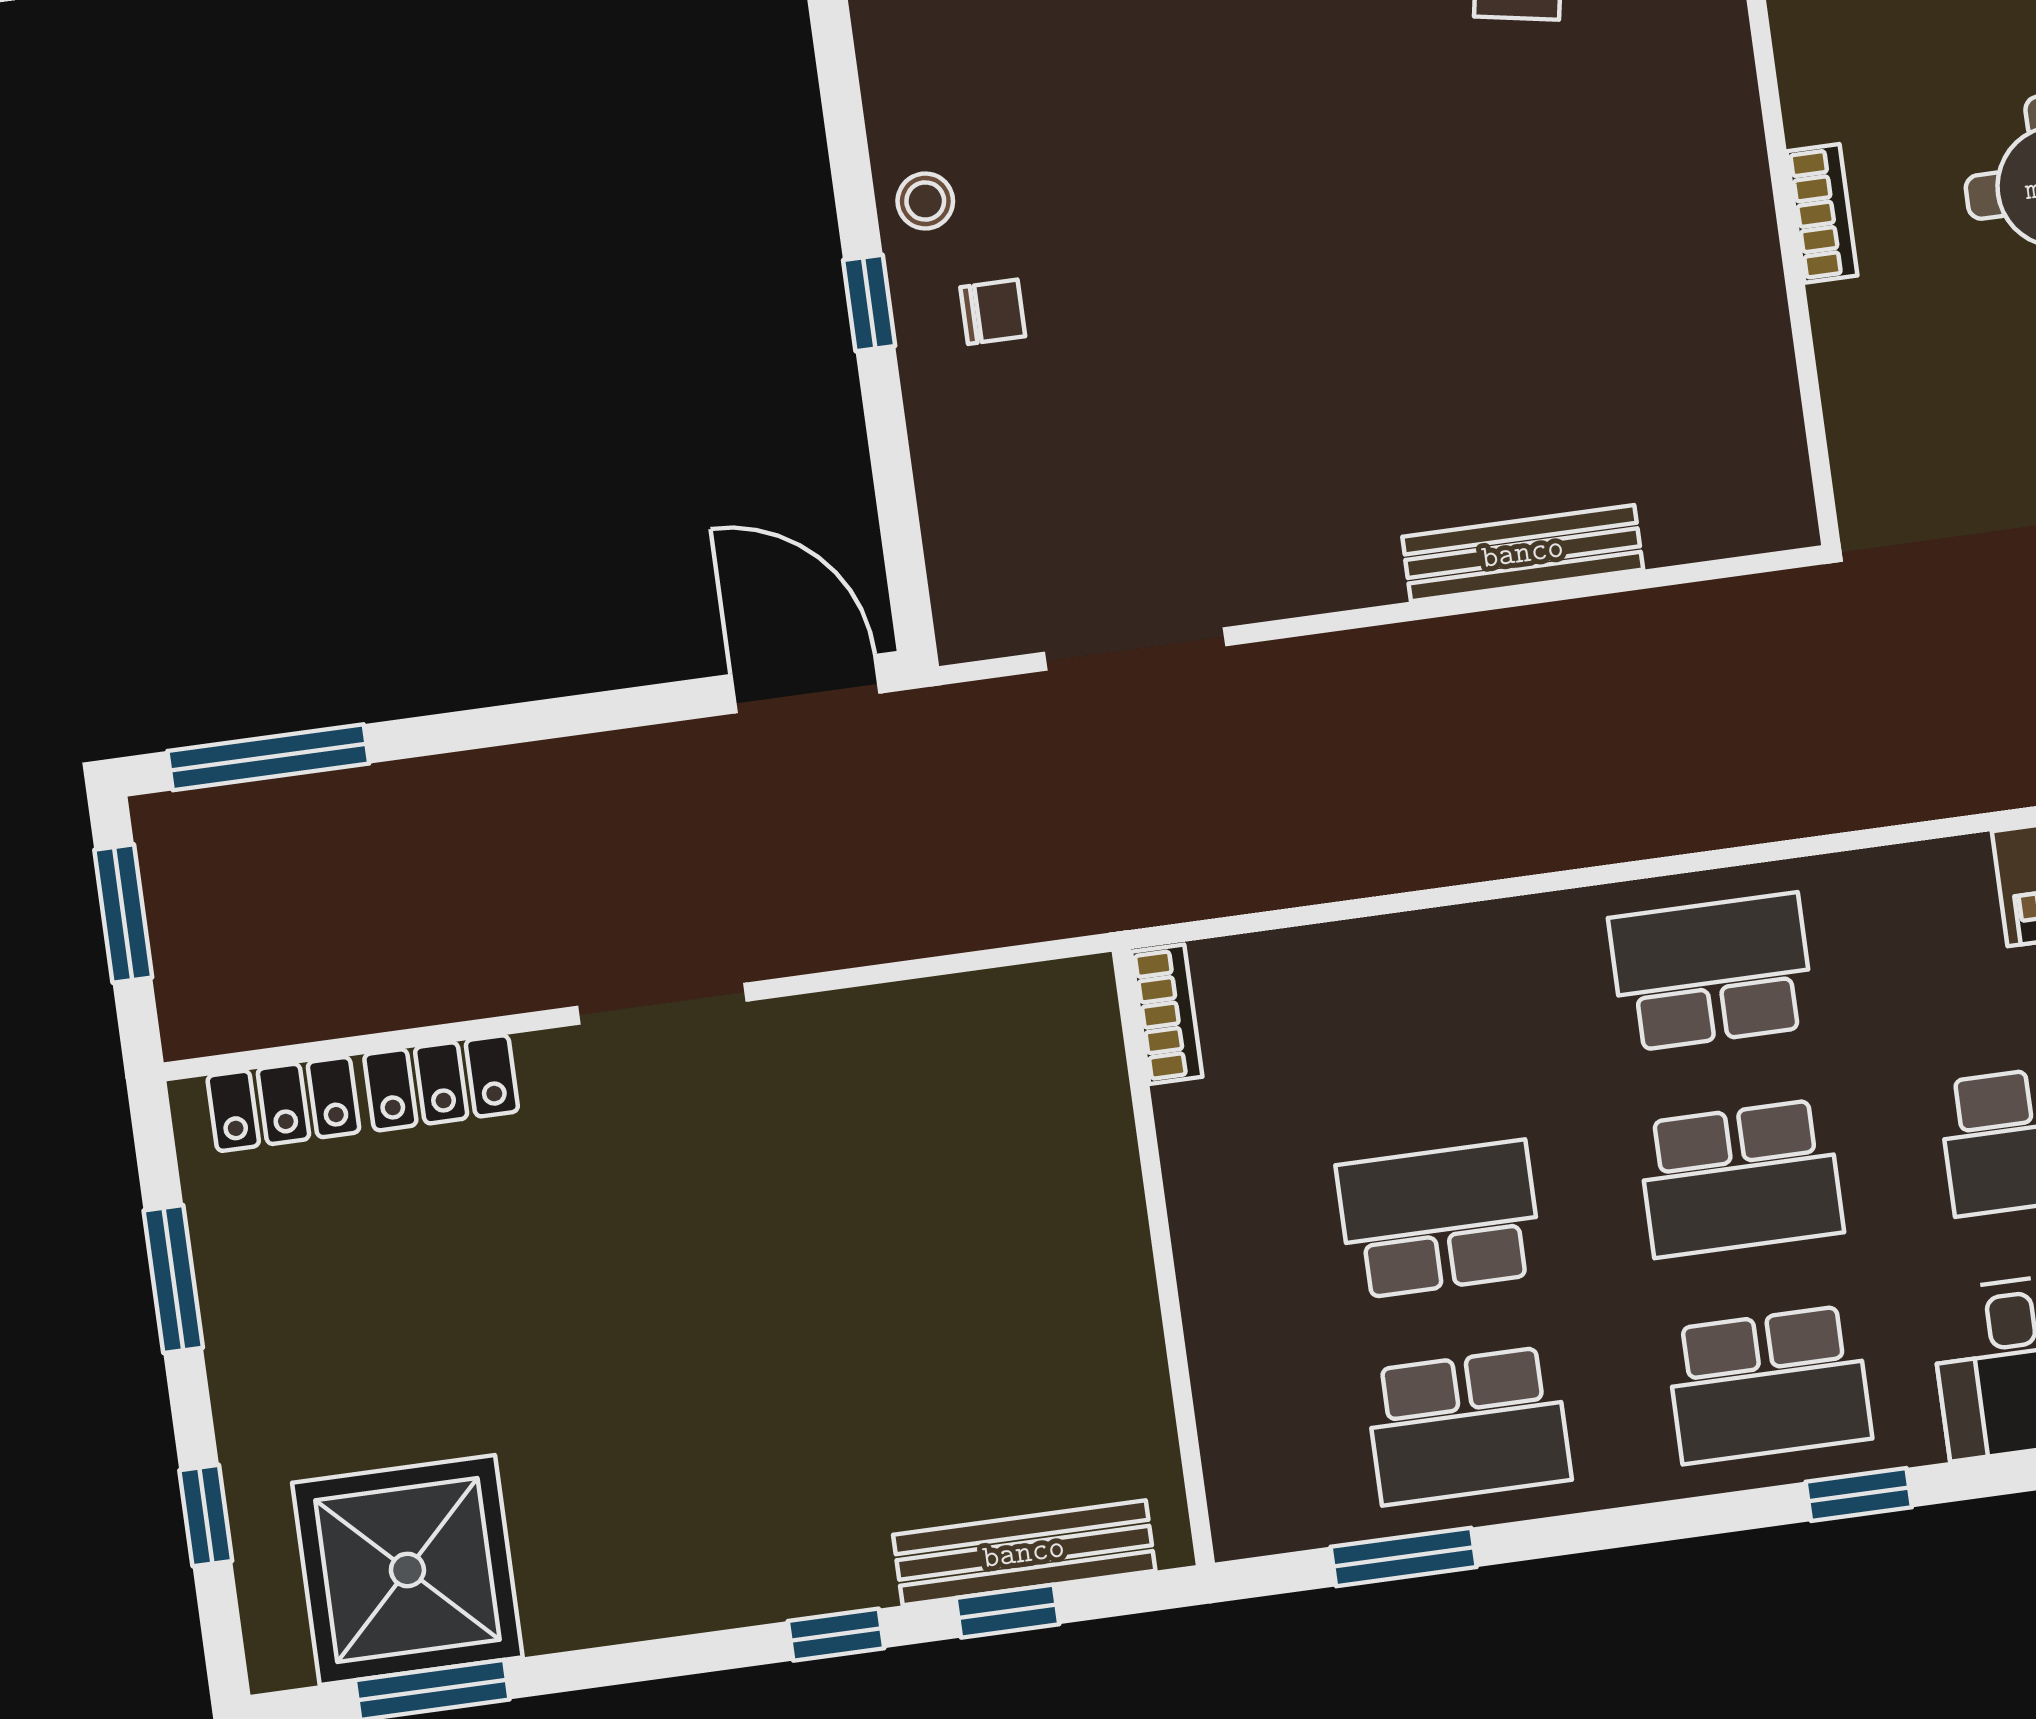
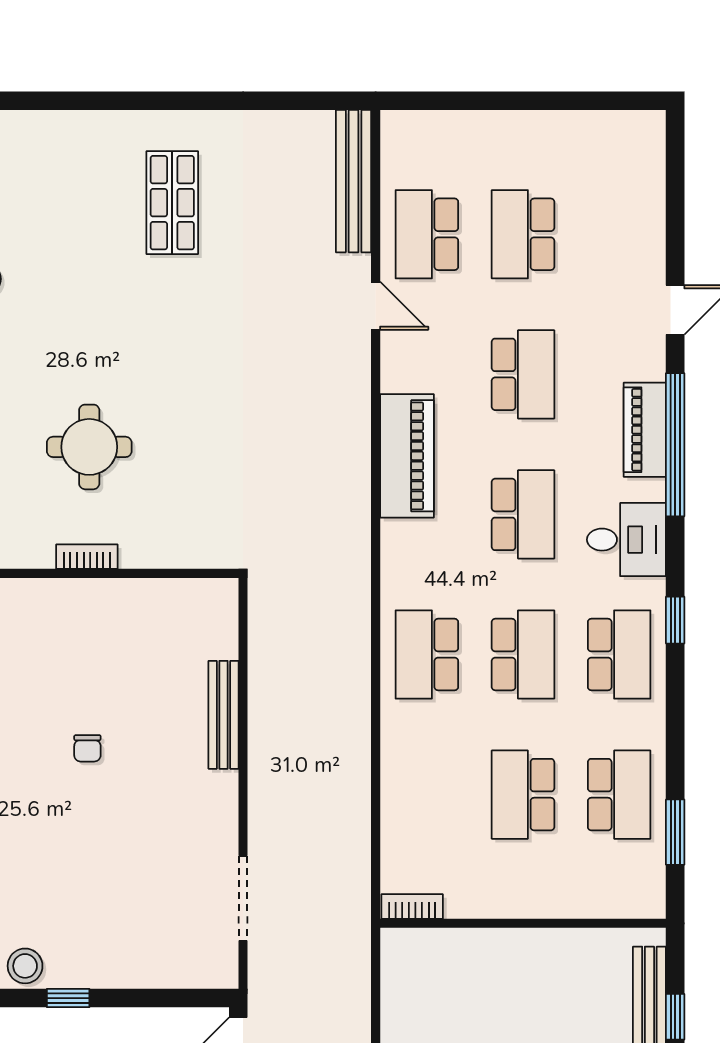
stool: (925, 201) -> (25, 966), width x1.37, depth x1.37
chair: (993, 312) -> (87, 748), moved, turned 180

